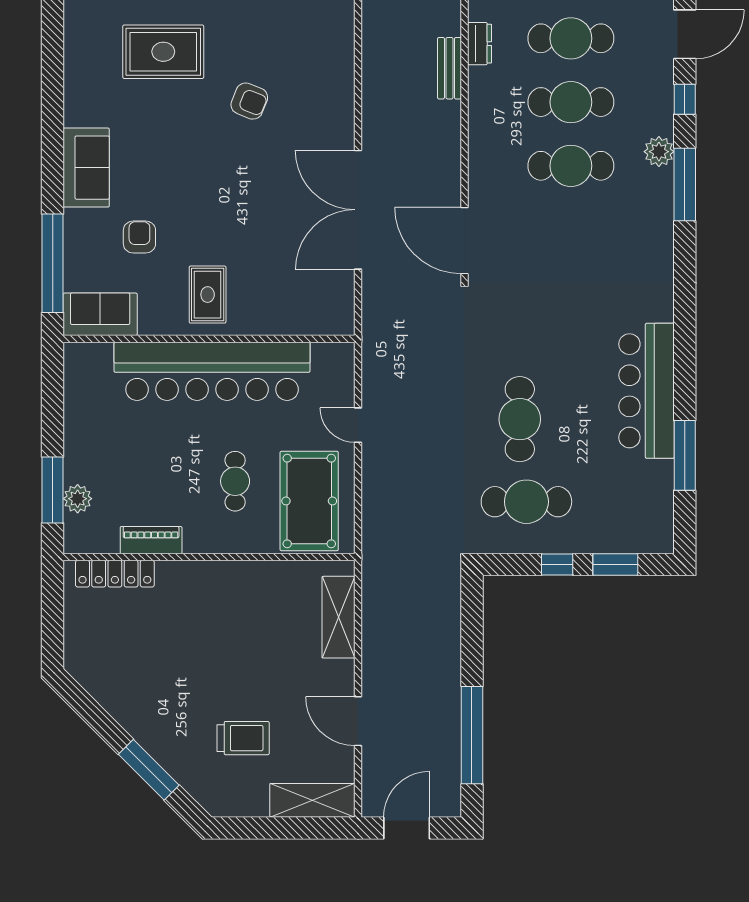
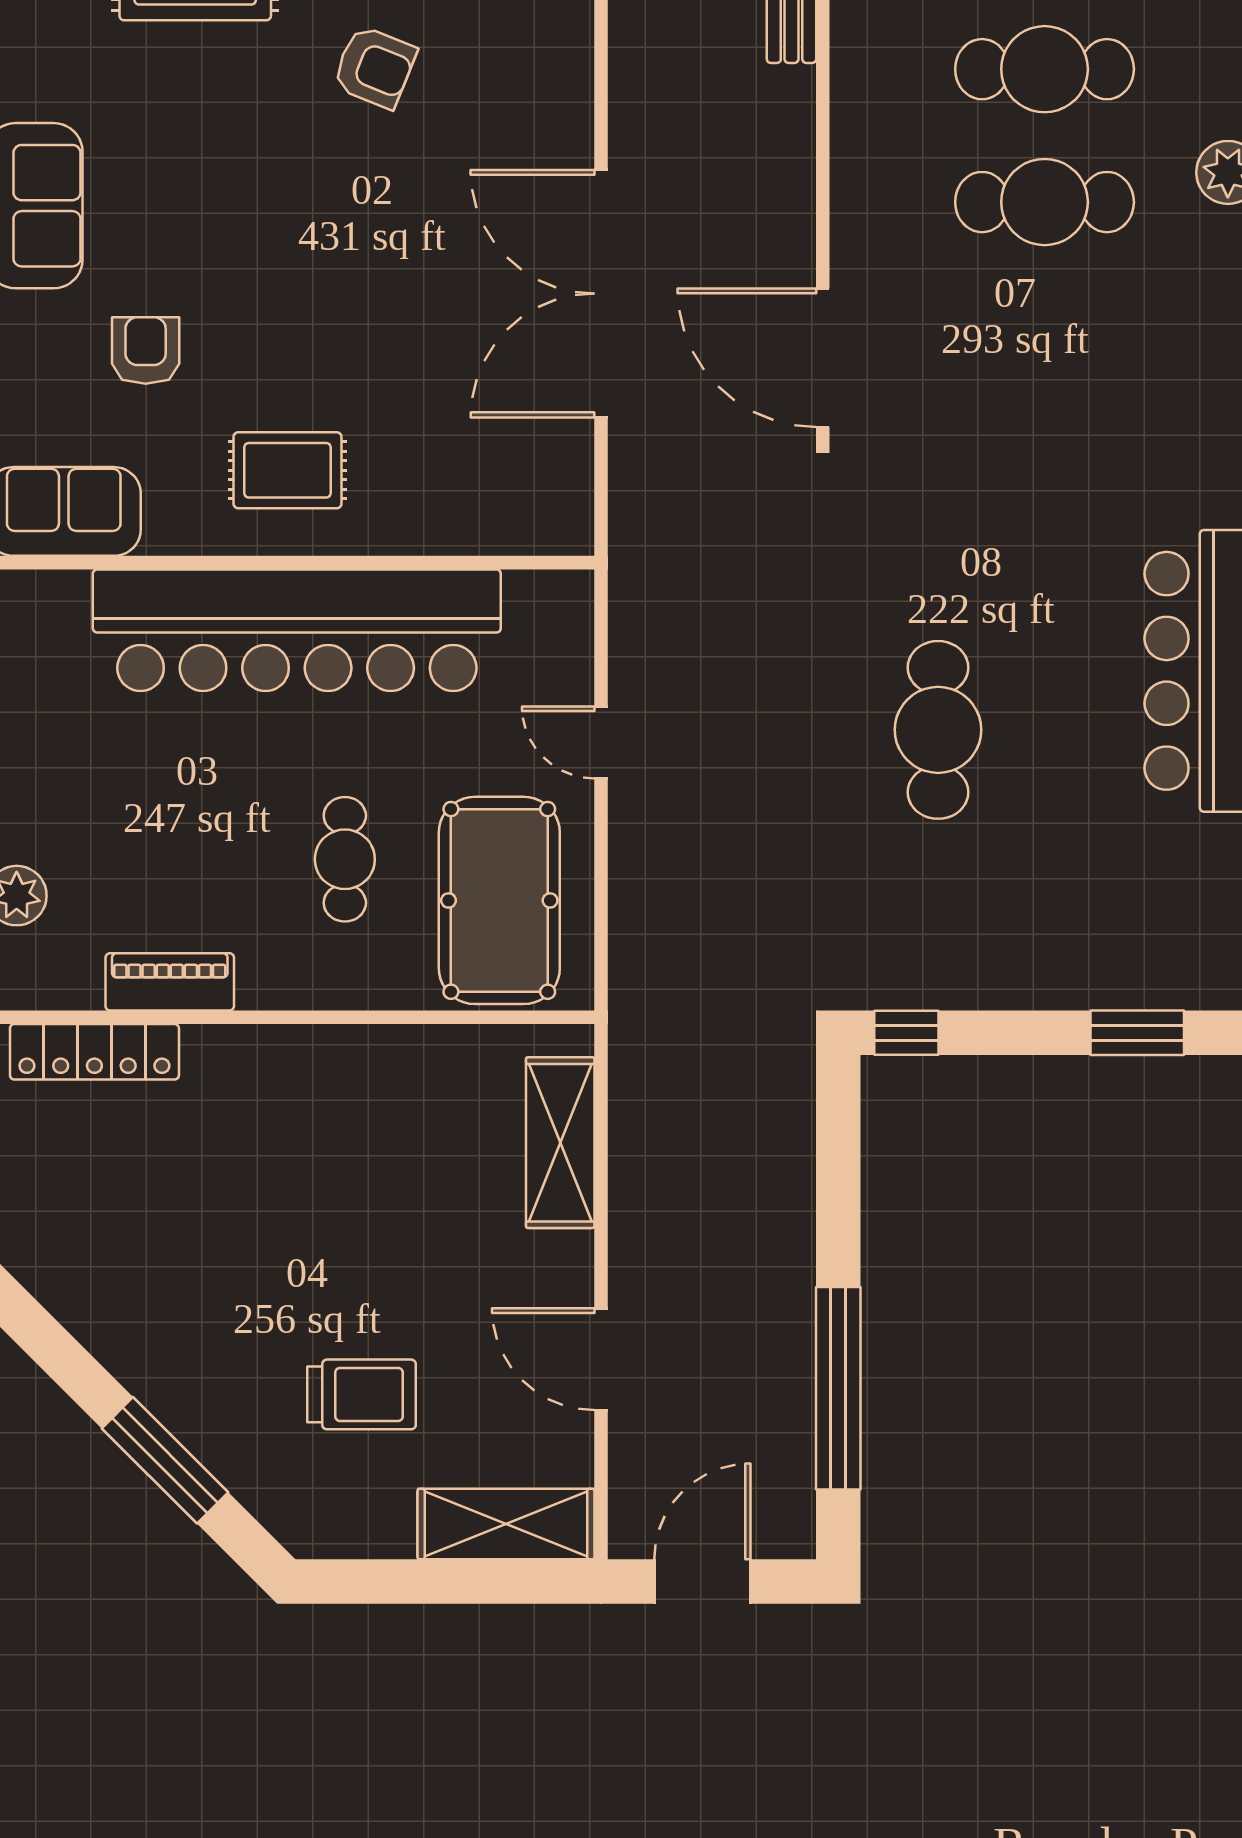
rug: (208, 295) -> (288, 470), turned 90
cafe table: (526, 502) -> (952, 902), removed
window: (557, 564) -> (906, 1033), moved

